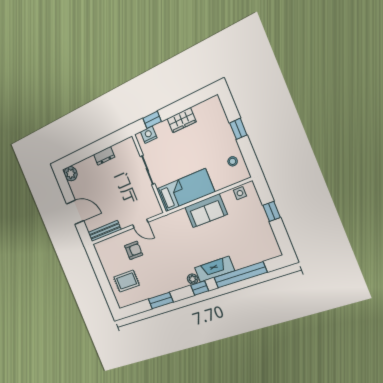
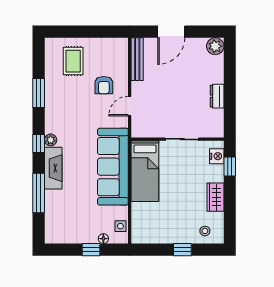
stool: (233, 161) -> (205, 231), moved
floor lamp: (257, 204) -> (103, 239), added
sofa: (206, 211) -> (113, 167), width x1.85, depth x1.27
window: (240, 275) -> (39, 193), width x0.68

